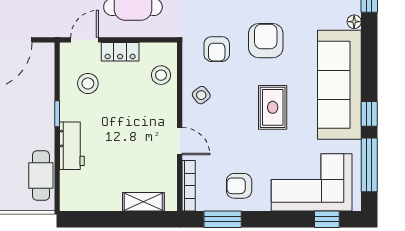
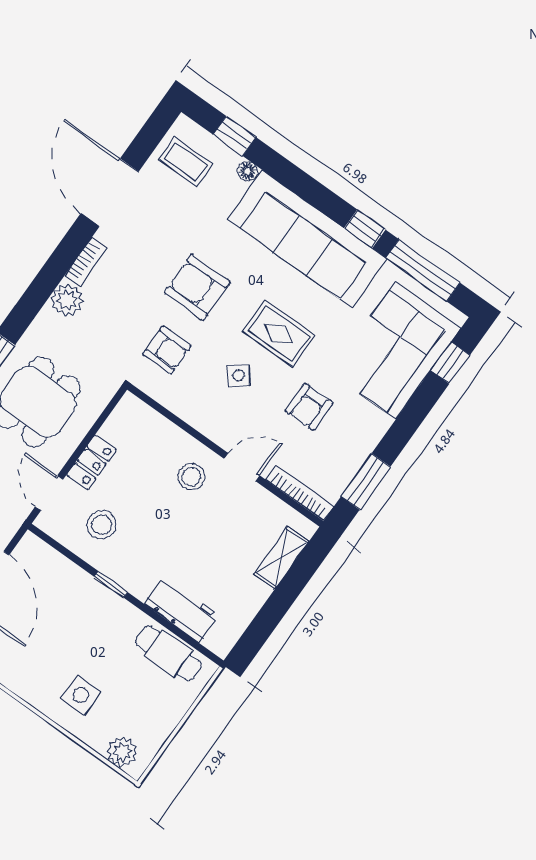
stool: (161, 75) -> (191, 477), moved
side table: (201, 95) -> (239, 376), moved
workbench: (72, 146) -> (181, 609), moved
armchair: (239, 186) -> (309, 407), moved

